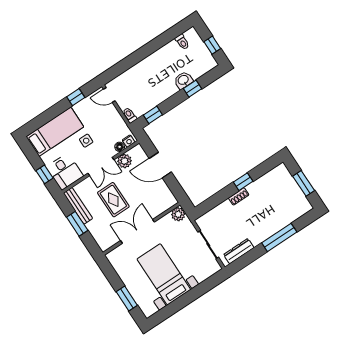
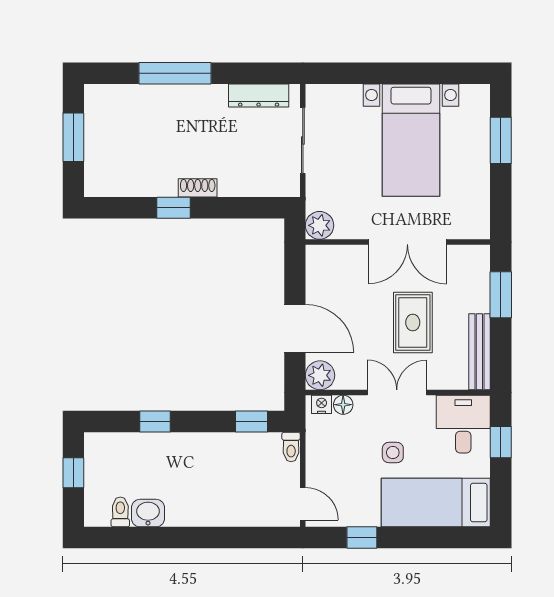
washbasin: (183, 80) -> (148, 513), moved, turned 180
plant: (125, 161) -> (320, 375), moved
window: (77, 224) -> (501, 295), moved

